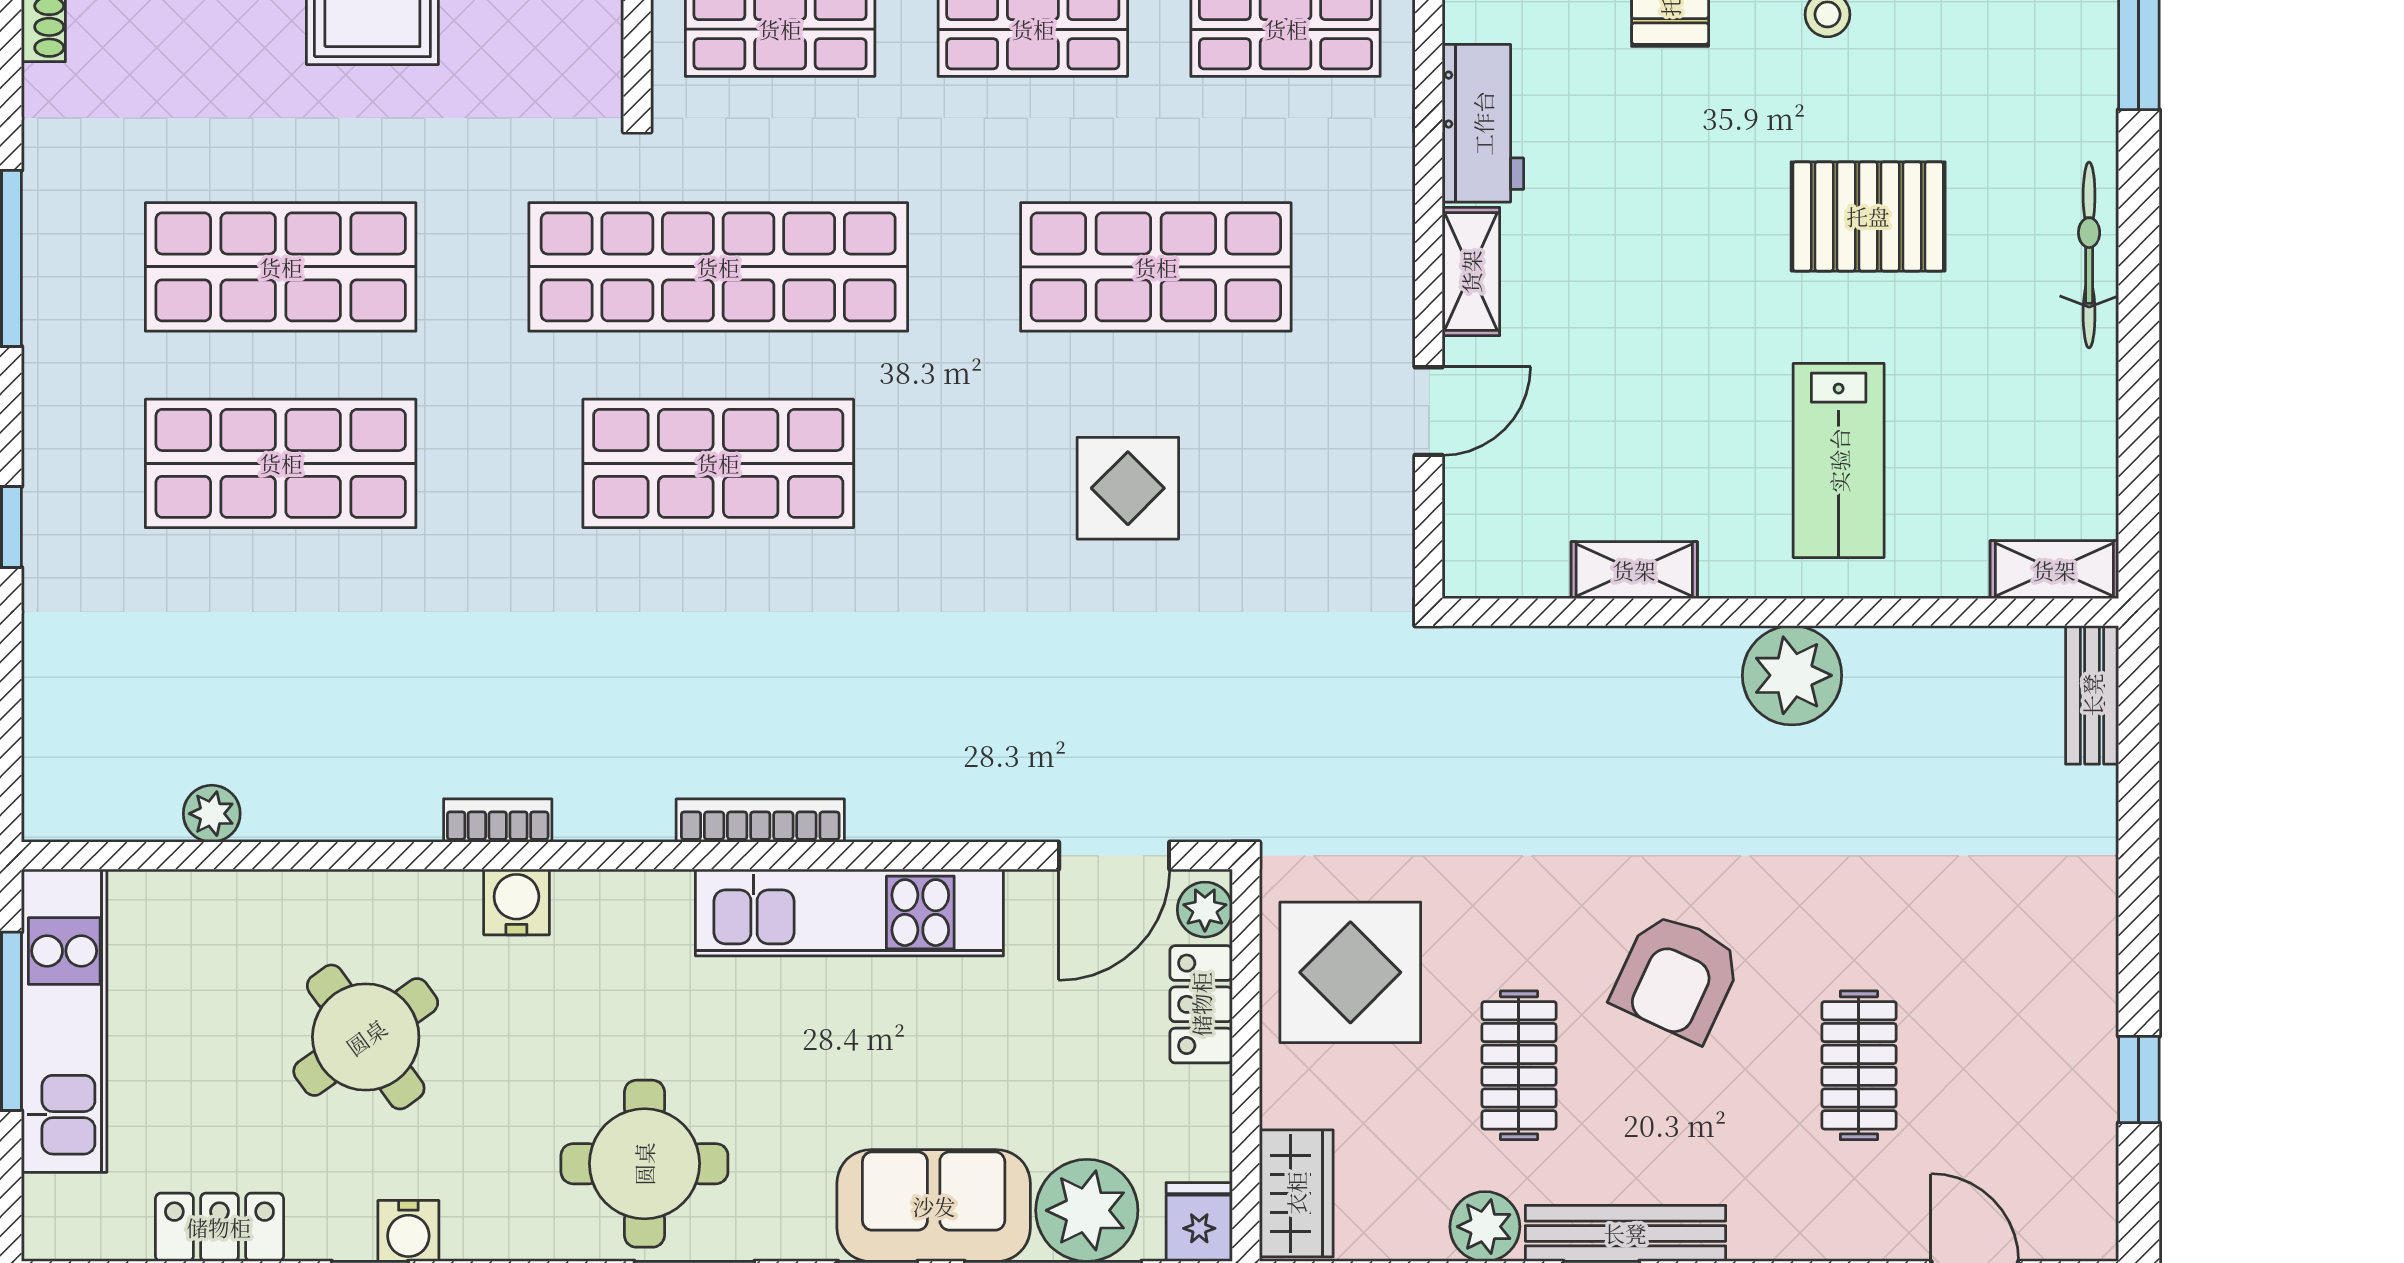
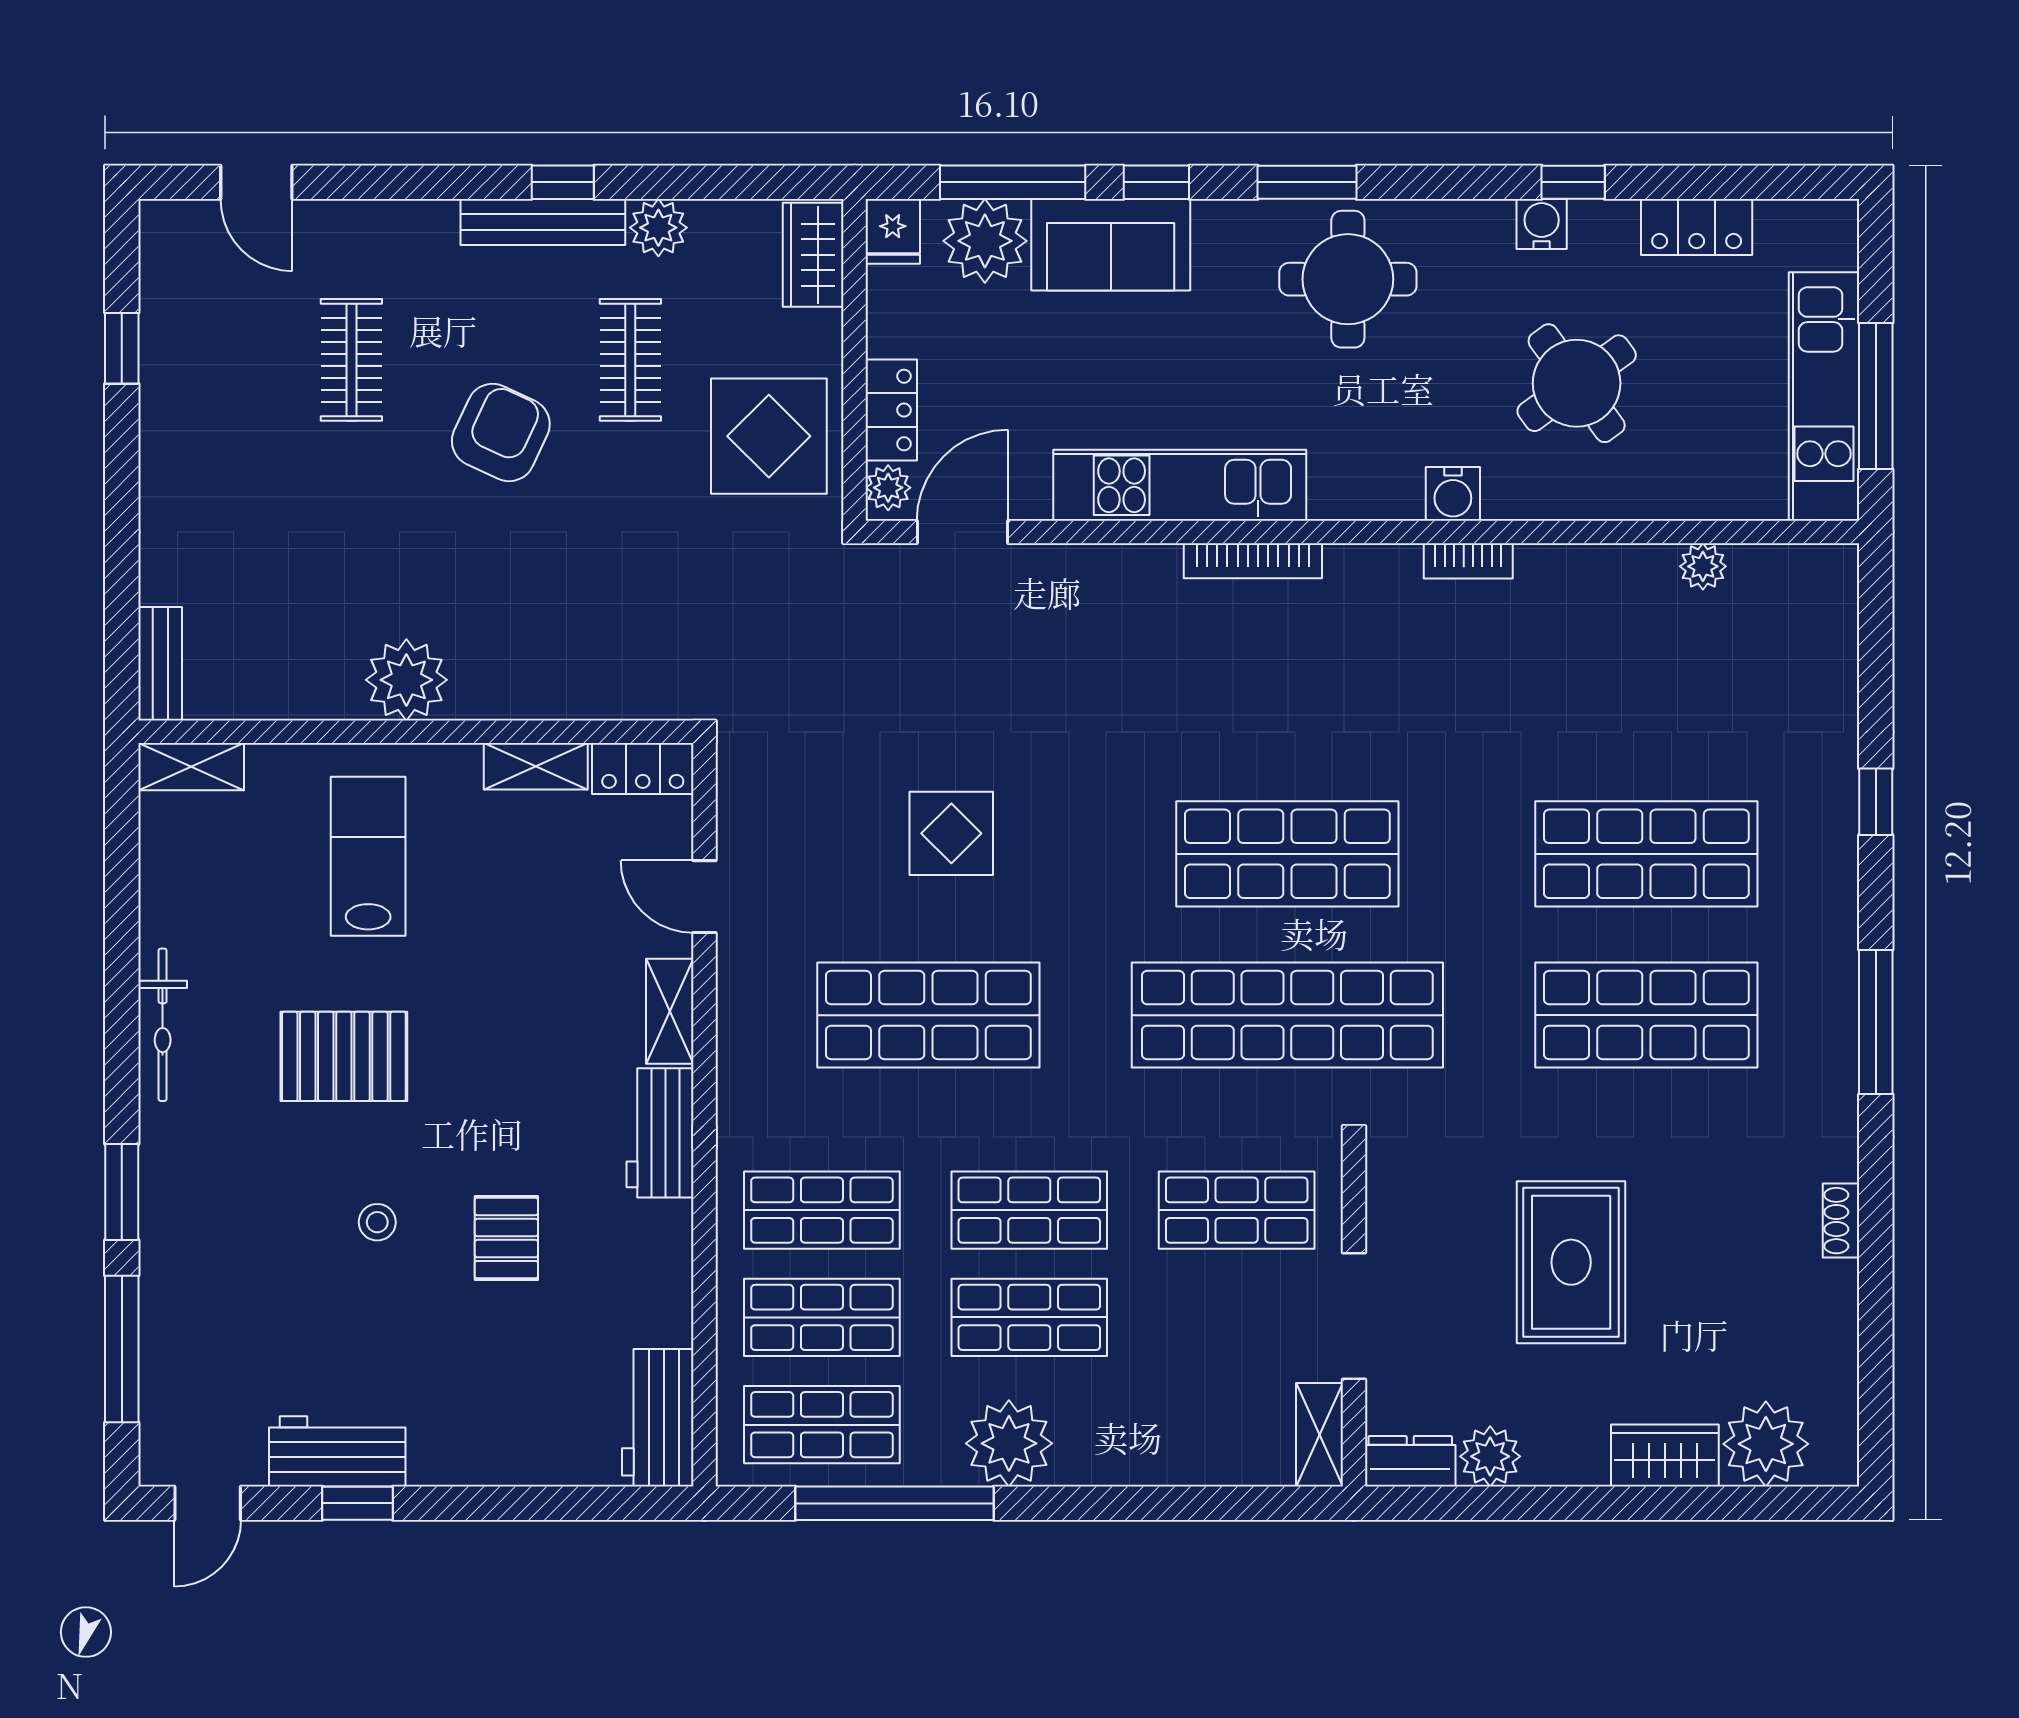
door: (1429, 411) -> (705, 897), hinge flipped
locker: (1504, 567) -> (643, 769), added

